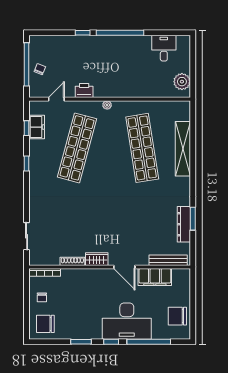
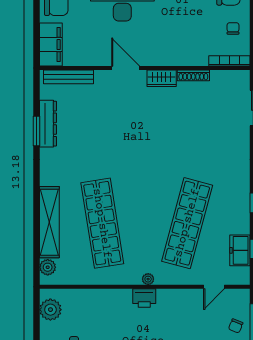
printer: (84, 91) -> (144, 298), moved
plant: (184, 114) -> (48, 267), added
filing cabinet: (155, 277) -> (51, 45), moved, turned 90

